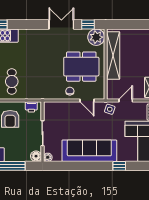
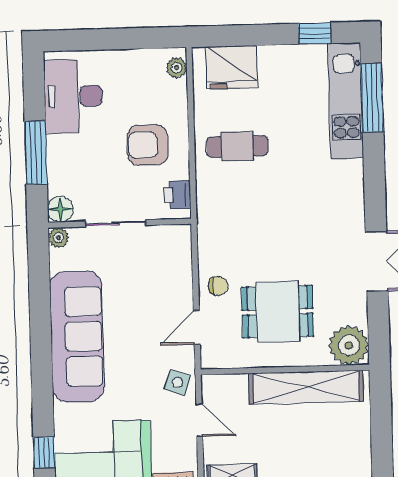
window: (88, 25) -> (378, 325), removed
dining table: (81, 67) -> (278, 312), width x0.73
window: (119, 166) -> (44, 452), moved

